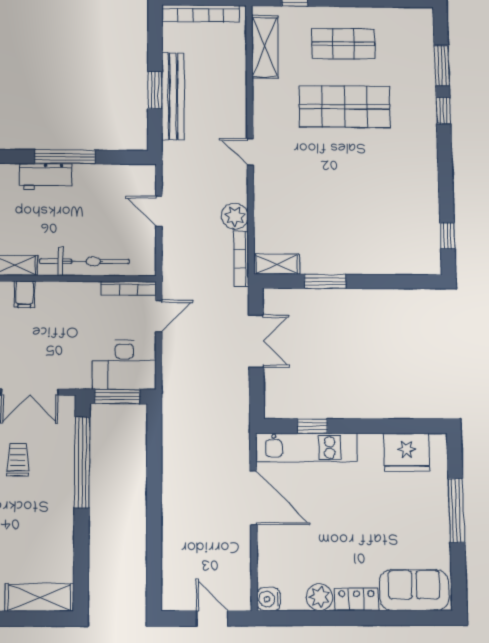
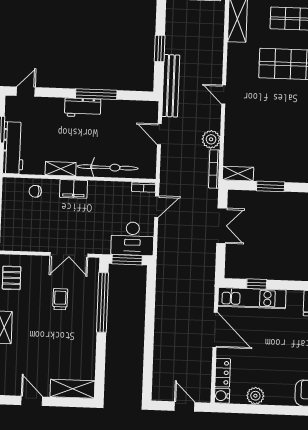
bench: (173, 96) -> (171, 86), moved
bookcase: (128, 288) -> (144, 187), width x0.64
filing cabinet: (24, 294) -> (74, 189), width x2.00
locker: (356, 599) -> (223, 373), moved, turned 90

